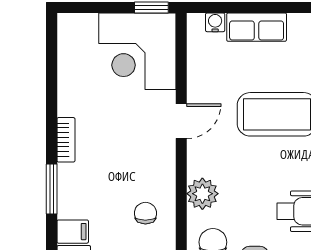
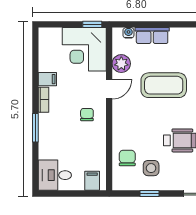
plant: (202, 194) -> (121, 64), moved
chair: (145, 213) -> (87, 115), moved
filing cabinet: (73, 232) -> (47, 79), moved

